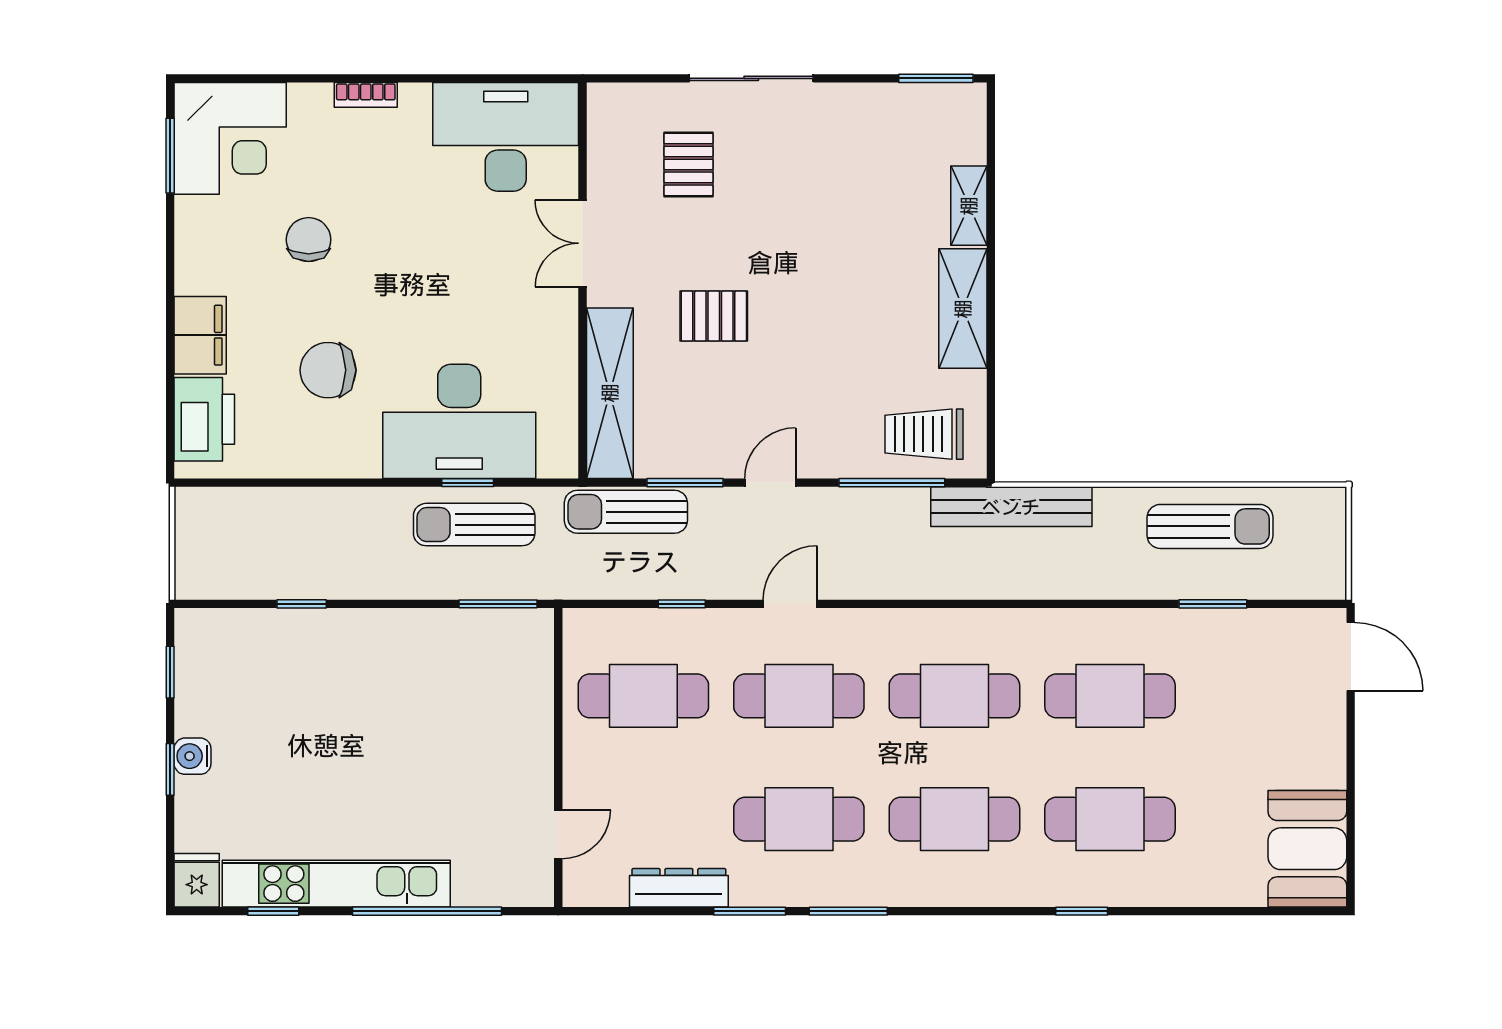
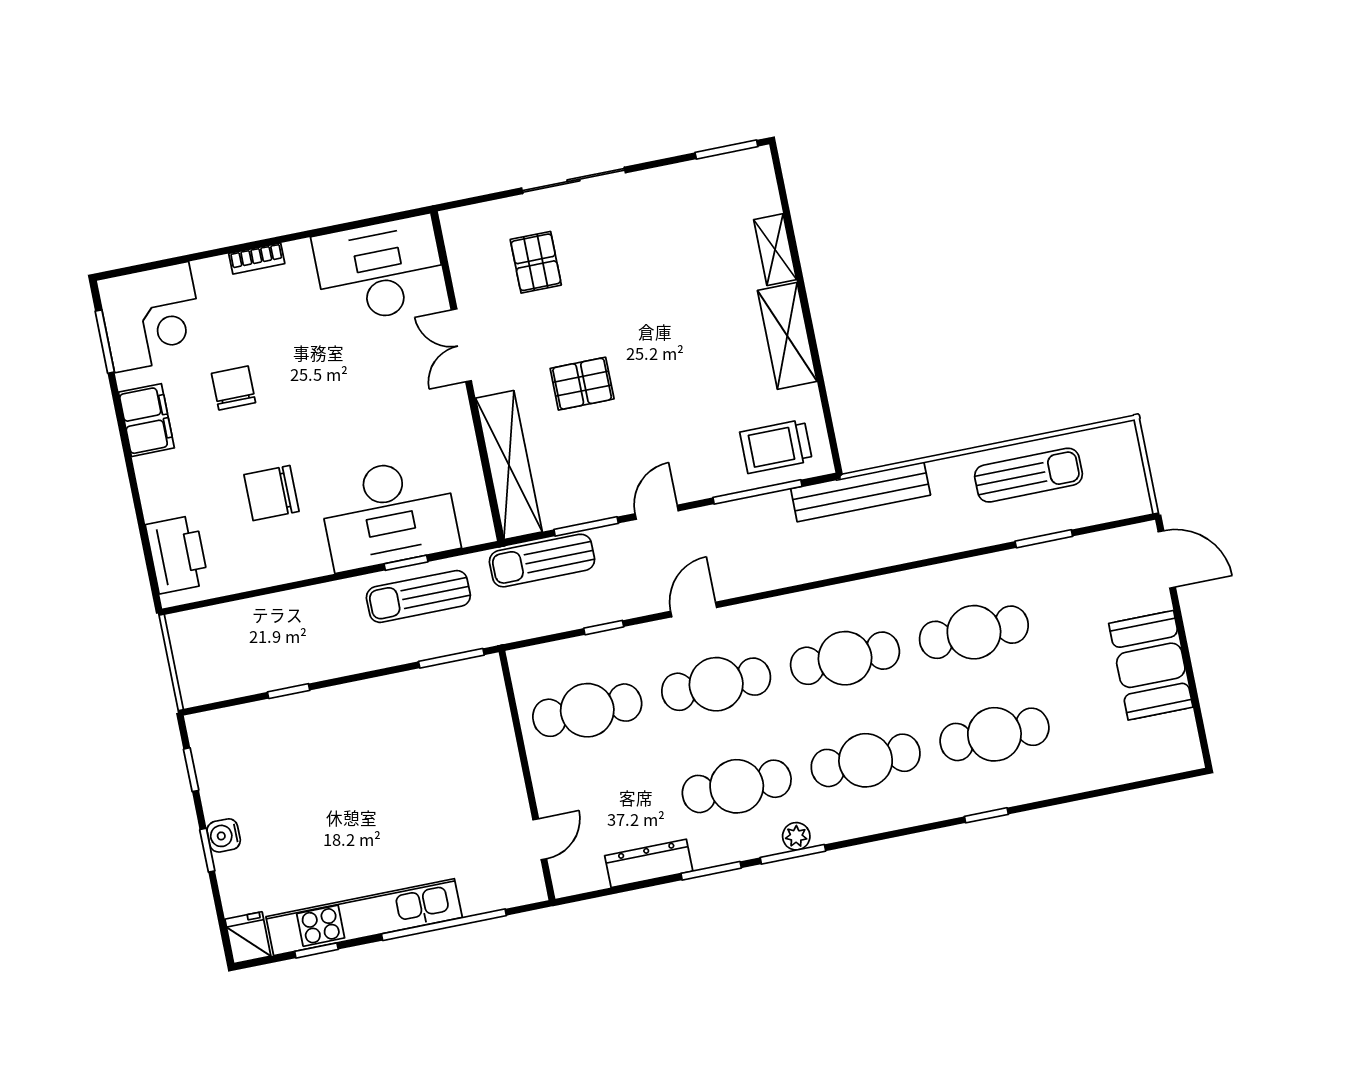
filing cabinet: (200, 335) -> (146, 420), moved
booth: (1307, 849) -> (1151, 665), moved
plant: (856, 891) -> (796, 836), added

